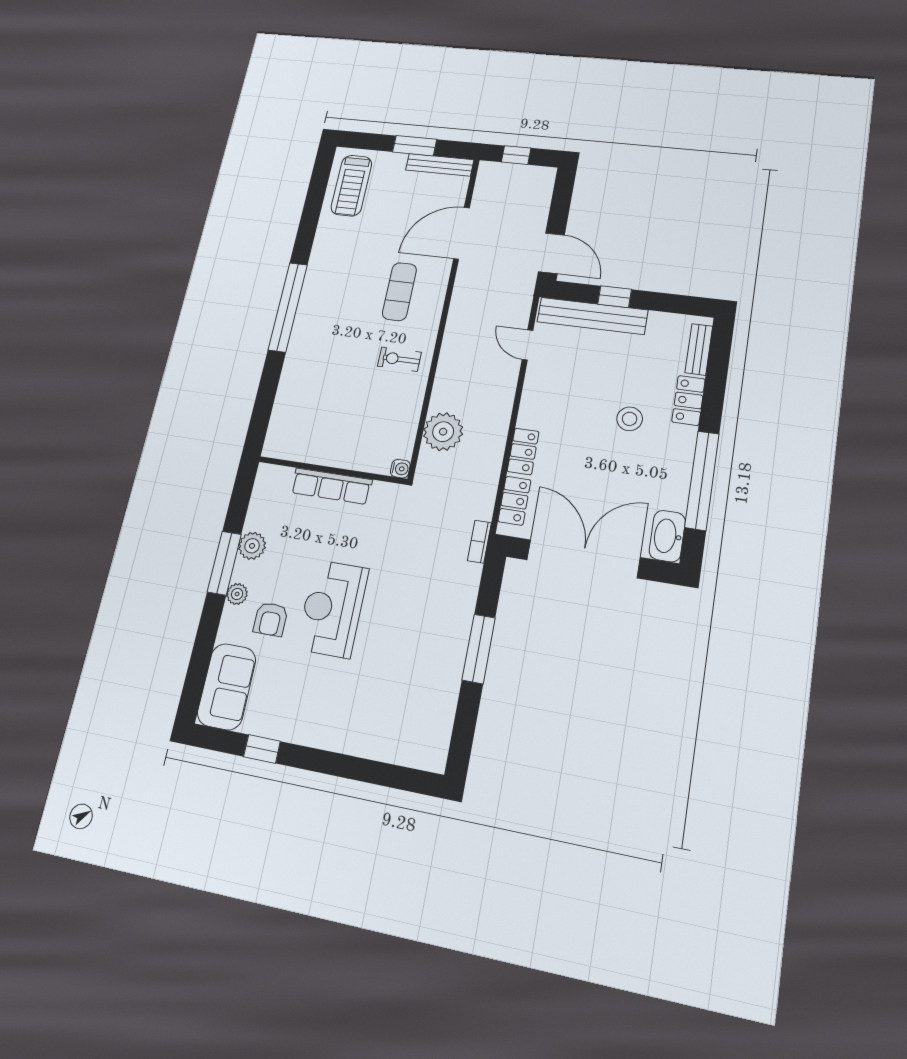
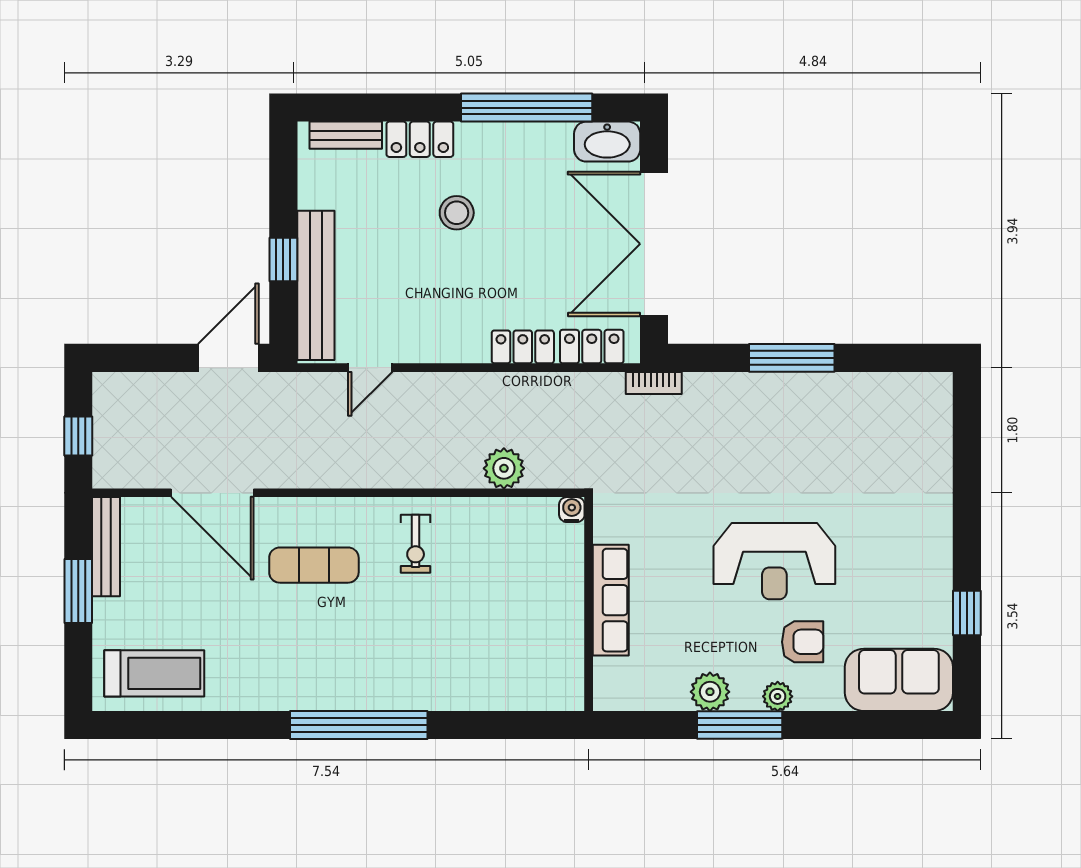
plant: (443, 432) -> (504, 468), width x0.73, depth x0.73

